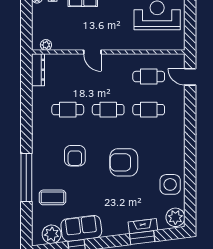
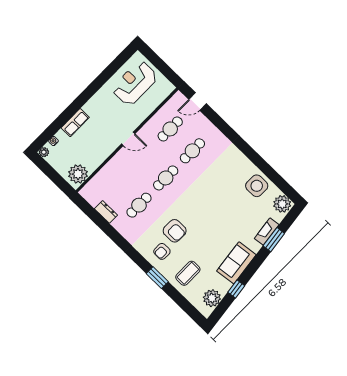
plant: (46, 45) -> (78, 174), width x1.88, depth x1.88
door: (92, 52) -> (128, 139), moved
dresser: (38, 70) -> (106, 212), moved, width x0.70
armchair: (124, 162) -> (162, 251), moved, width x0.53, depth x0.53
window: (26, 178) -> (157, 278), width x0.47
sofa: (81, 228) -> (236, 263), moved

